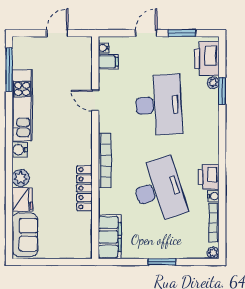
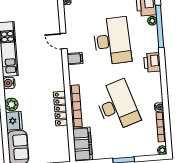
filing cabinet: (108, 62) -> (75, 59), moved
window: (222, 91) -> (160, 27), width x2.11
bookcase: (105, 160) -> (76, 106), moved
printer: (209, 177) -> (152, 62), moved

